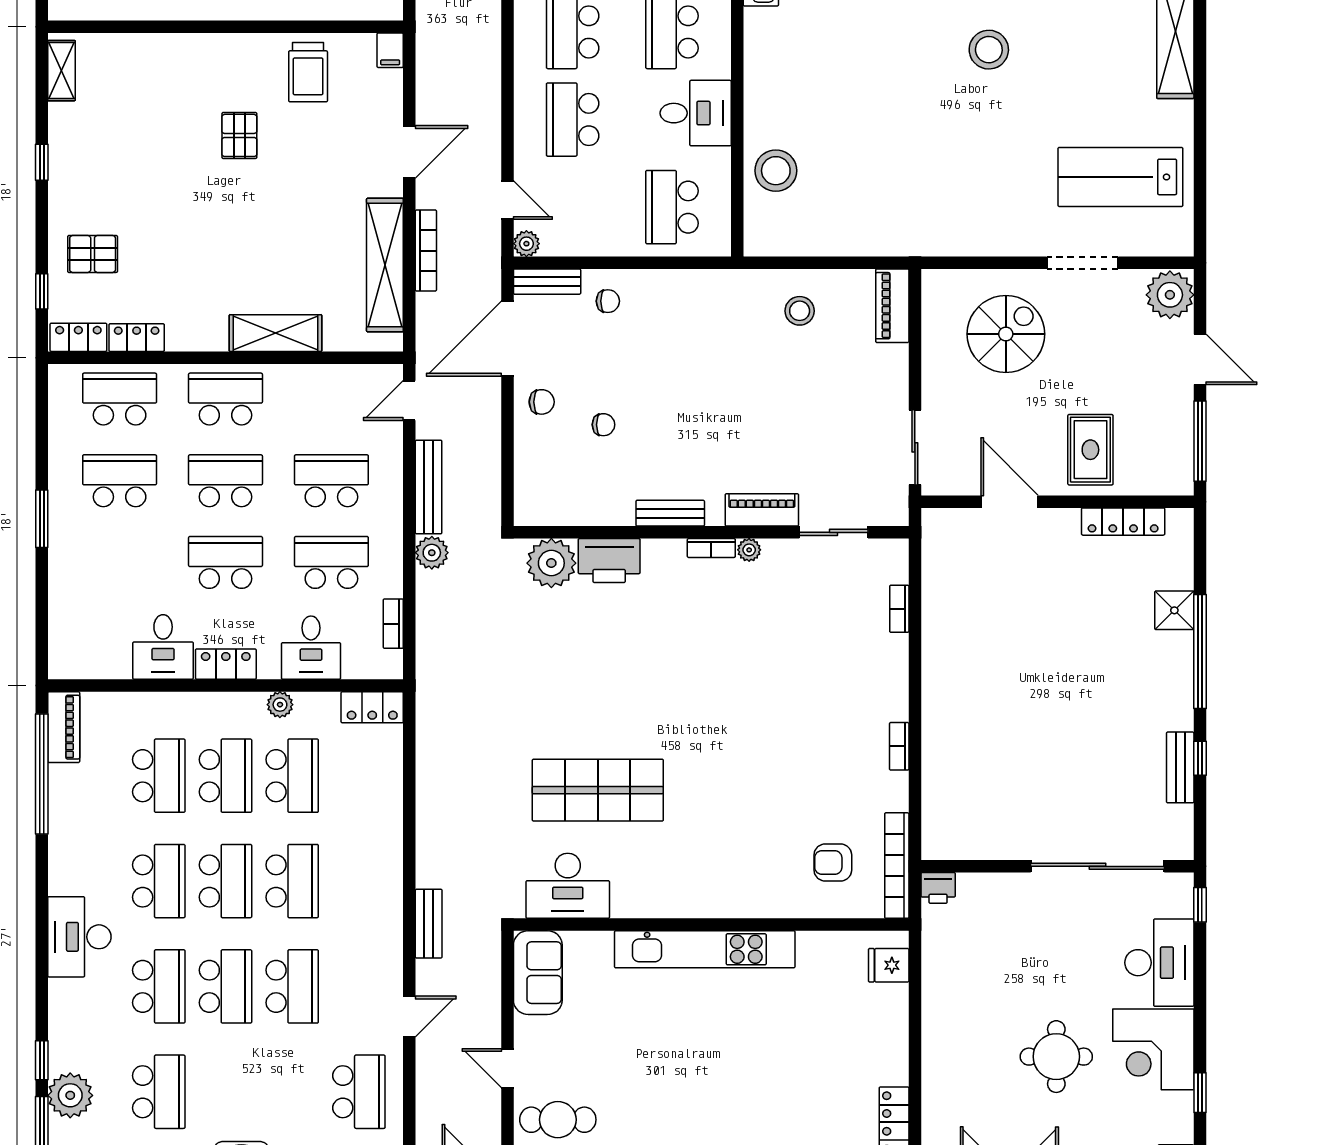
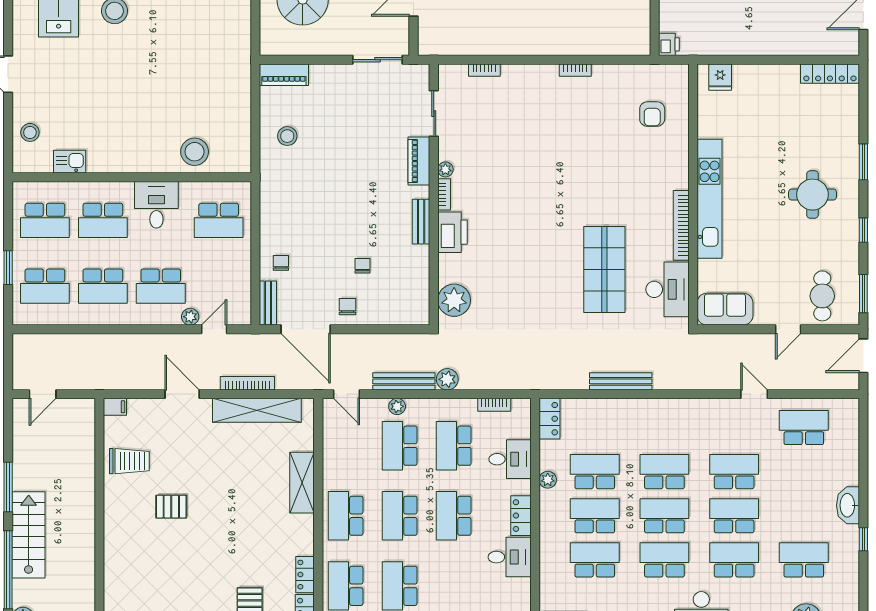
plant: (526, 244) -> (190, 317), moved
plant: (391, 477) -> (397, 406), added
printer: (609, 561) -> (452, 232), moved
bookcase: (897, 866) -> (681, 225), moved, turned 90
bench: (429, 924) -> (621, 381), moved, width x1.36
round table: (711, 1105) -> (813, 195), added

